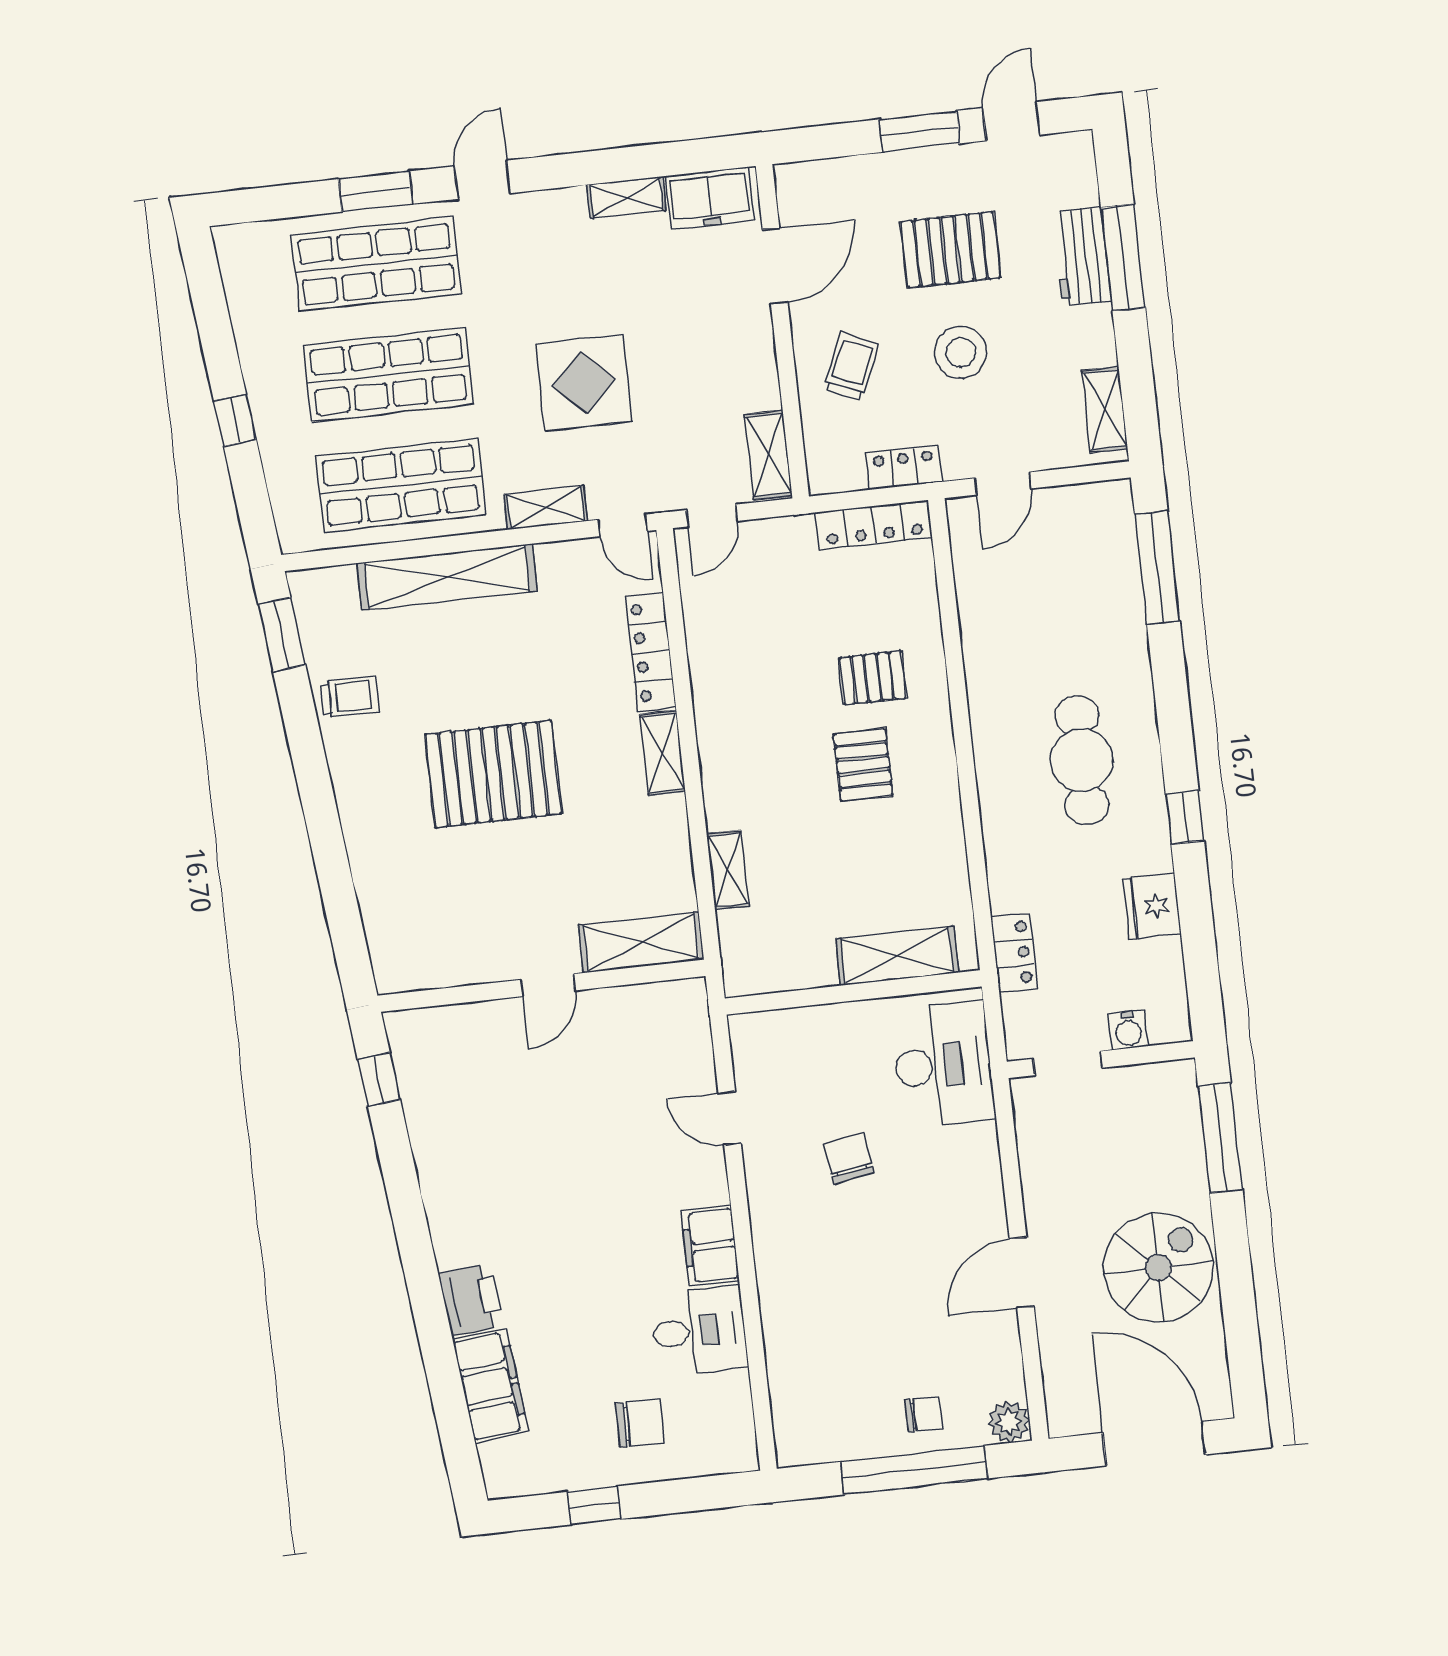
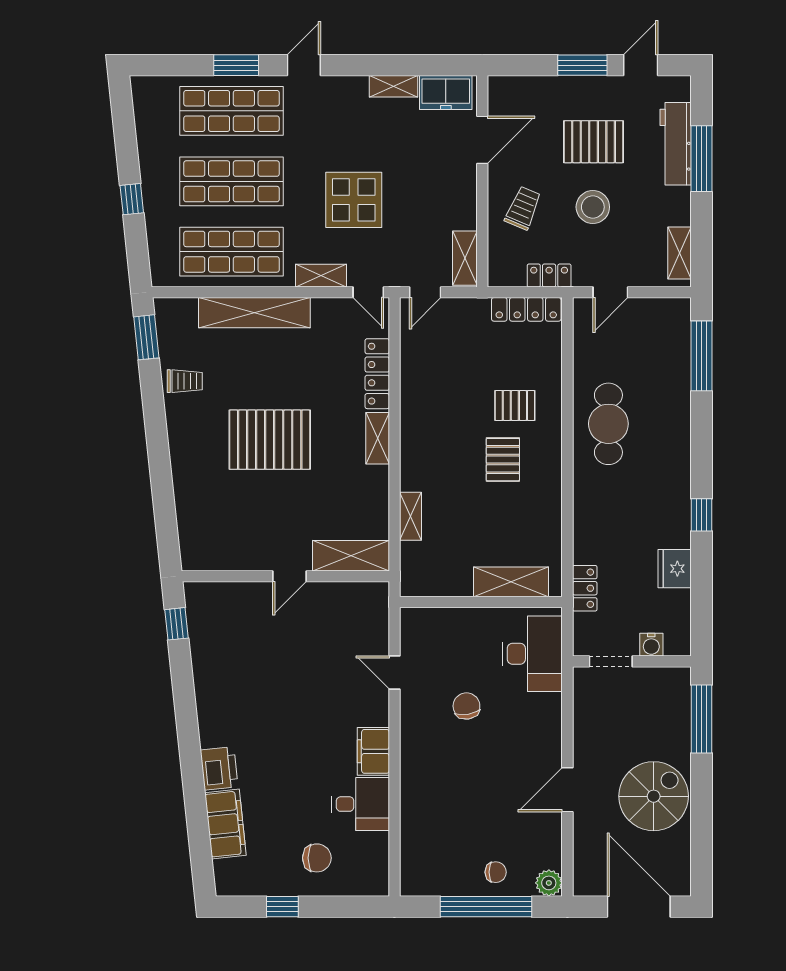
workbench: (1082, 256) -> (676, 144), width x1.38
cafe table: (1082, 760) -> (608, 424), moved

